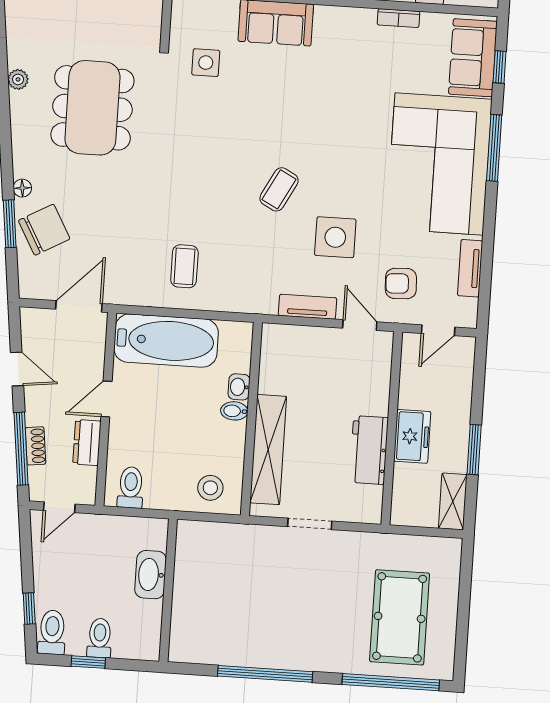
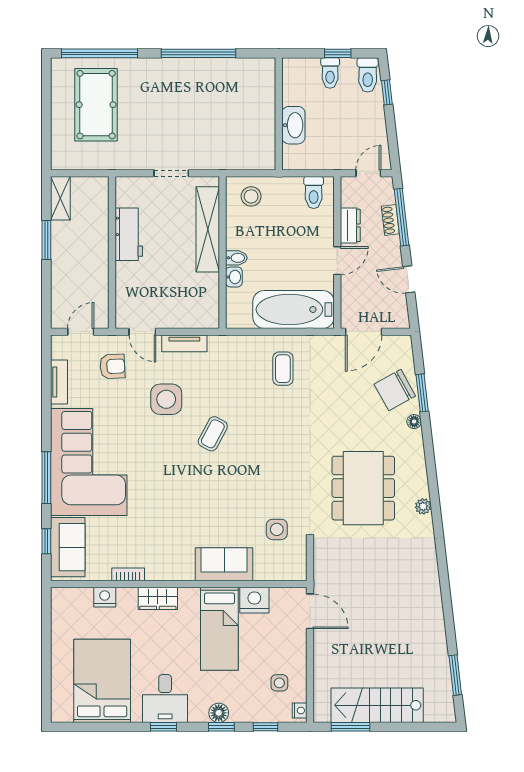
freezer: (412, 436) -> (96, 247), removed

